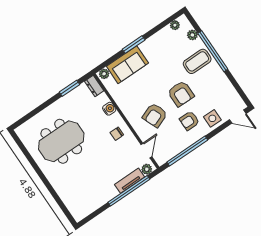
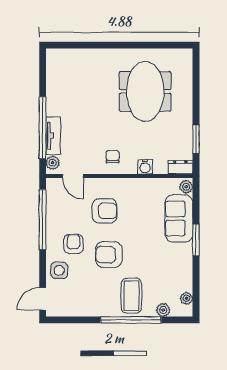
armchair: (155, 115) -> (105, 211), turned 112

